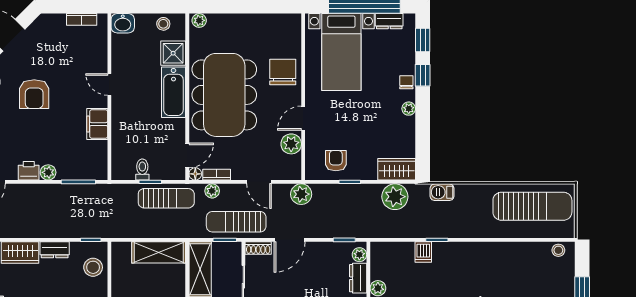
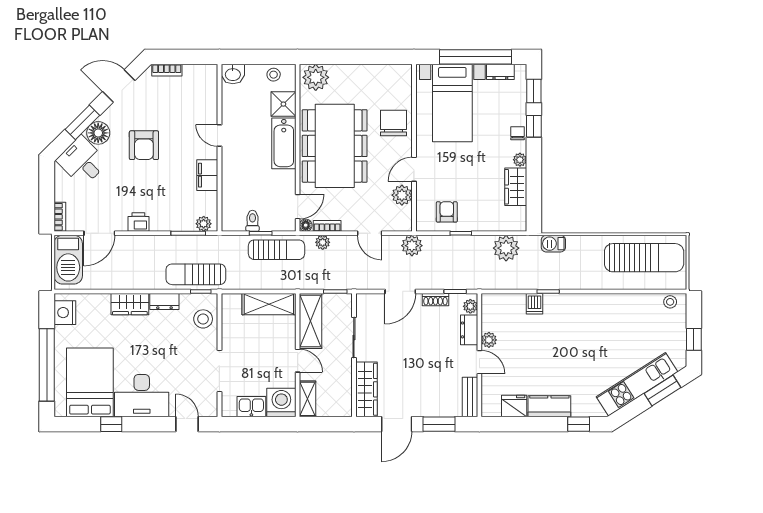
bookcase: (82, 19) -> (167, 70), moved
plant: (199, 20) -> (316, 77), width x1.87, depth x1.87
wardrobe: (397, 169) -> (516, 187), moved, turned -90
plant: (48, 172) -> (204, 224), moved
sun lounger: (236, 222) -> (196, 274), moved
shoe rack: (258, 248) -> (435, 300), moved

